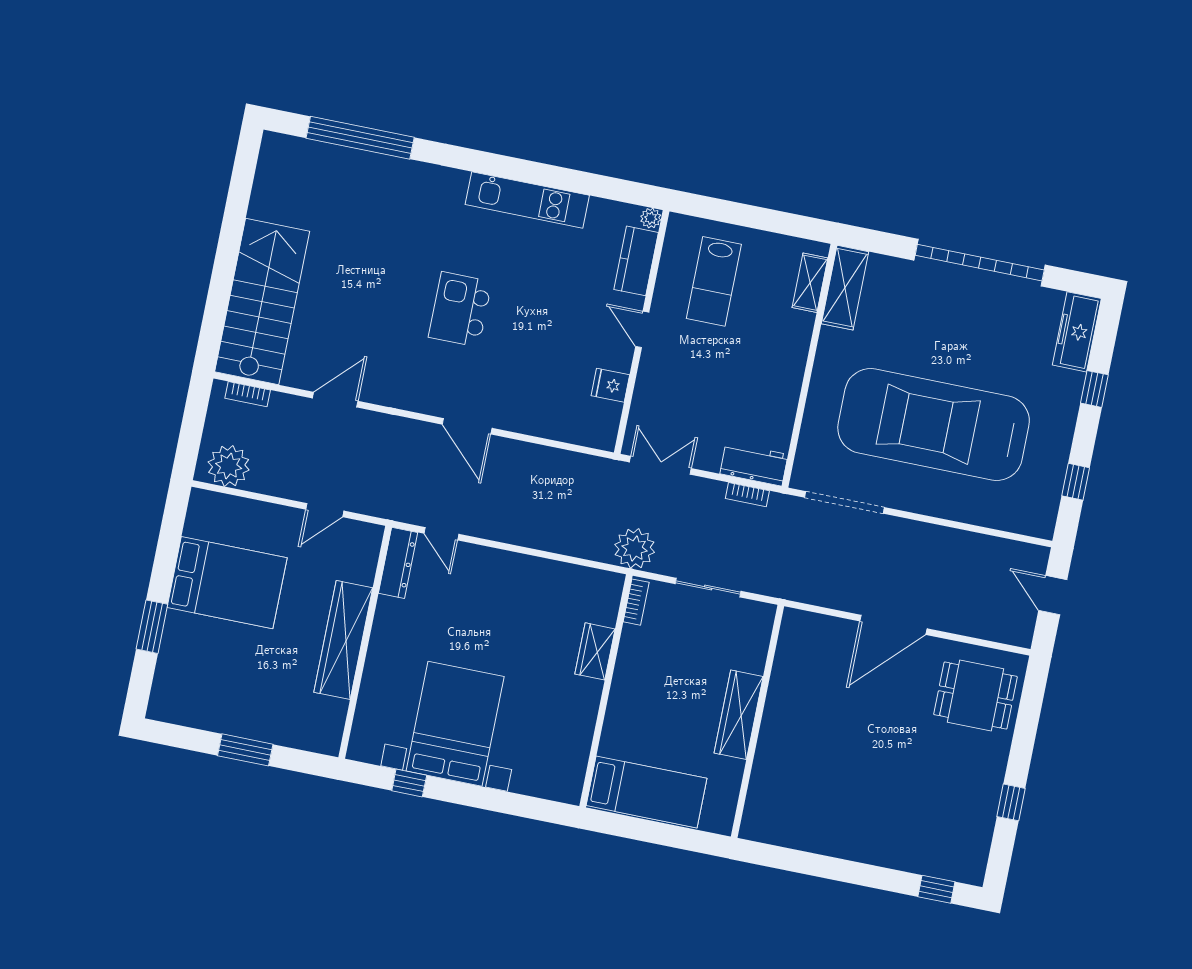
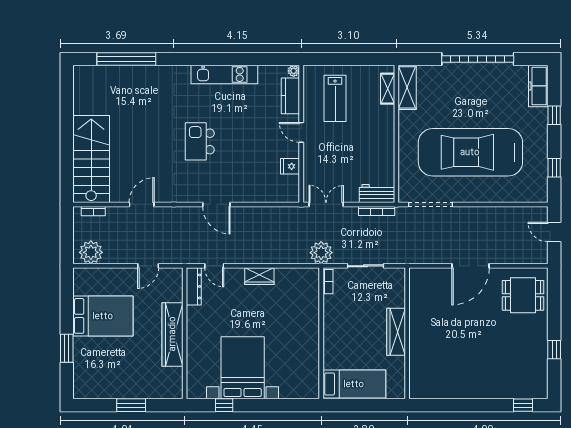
bookcase: (747, 495) -> (377, 211), width x1.56
wardrobe: (595, 651) -> (259, 276), moved, turned -90

